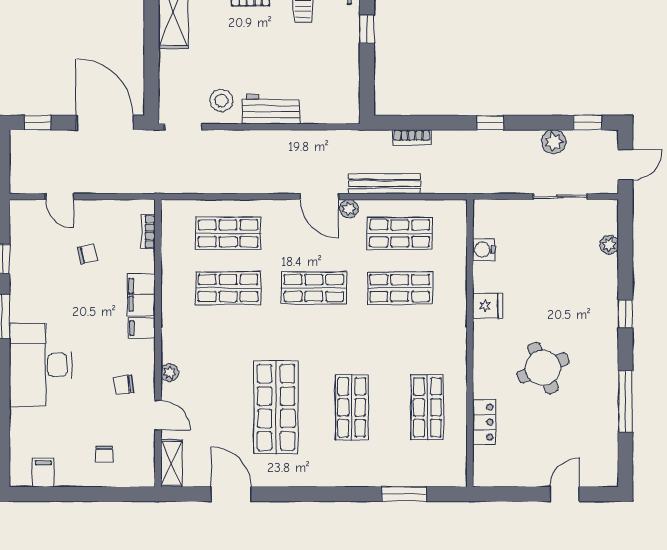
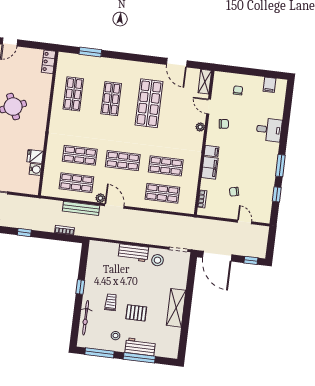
fridge: (488, 306) -> (35, 156), moved
desk: (41, 365) -> (269, 130), width x0.53, depth x0.77
locker: (484, 422) -> (48, 62), moved

